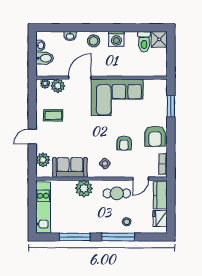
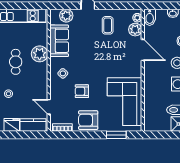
bidet: (45, 58) -> (150, 17), moved
corner sofa: (117, 97) -> (124, 102), moved
cafe table: (117, 193) -> (16, 62), moved

